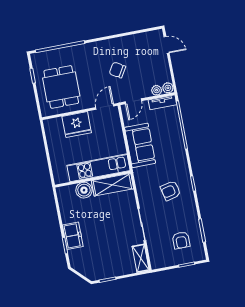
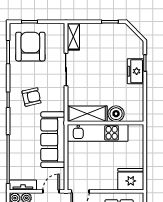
fridge: (77, 125) -> (131, 179), moved
sofa: (140, 145) -> (53, 140), width x1.36
armchair: (181, 240) -> (30, 47), width x1.88, depth x1.88

